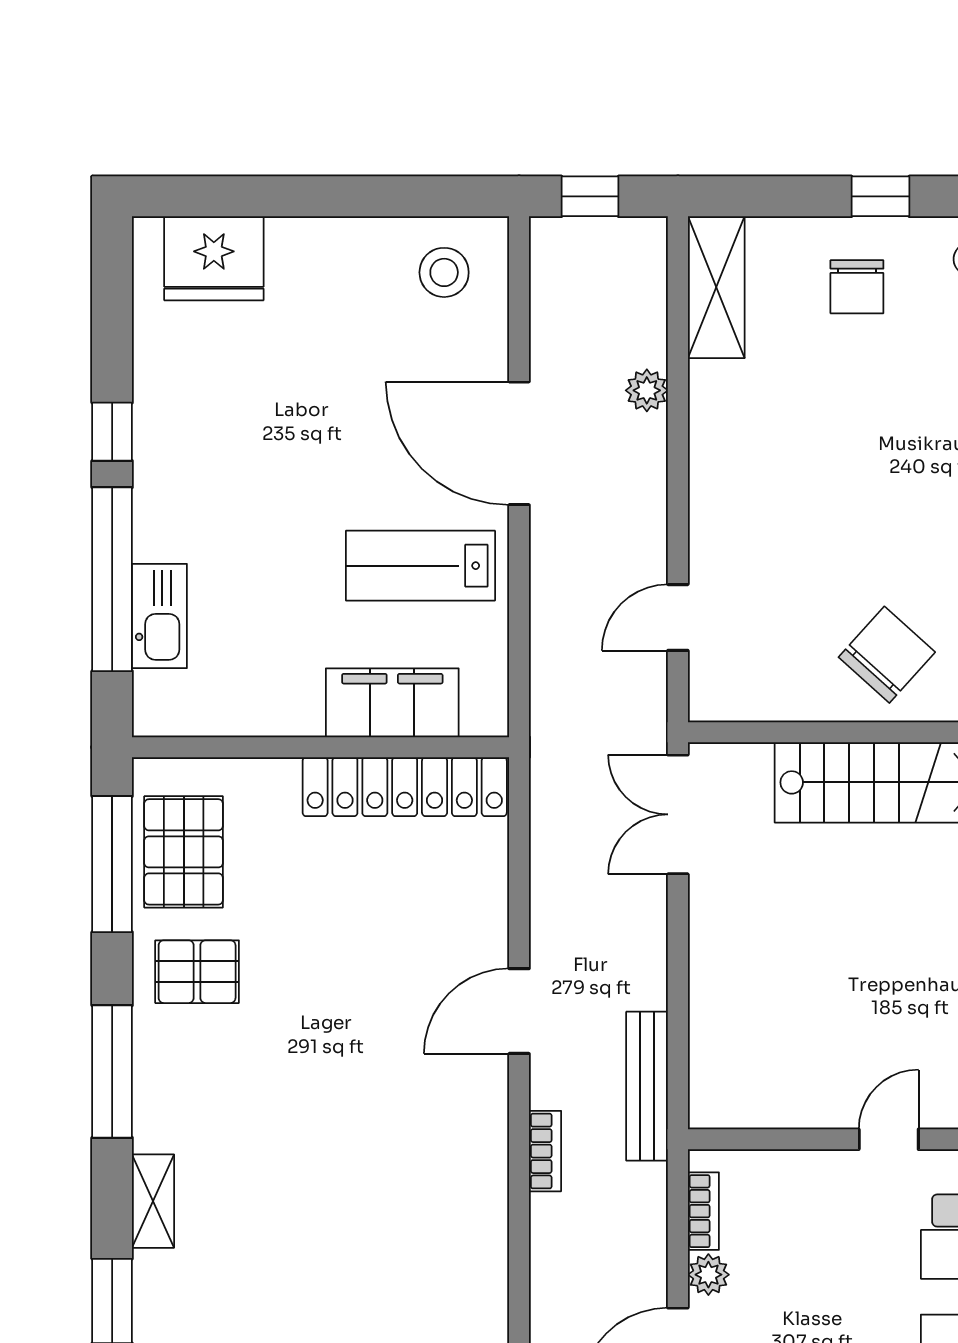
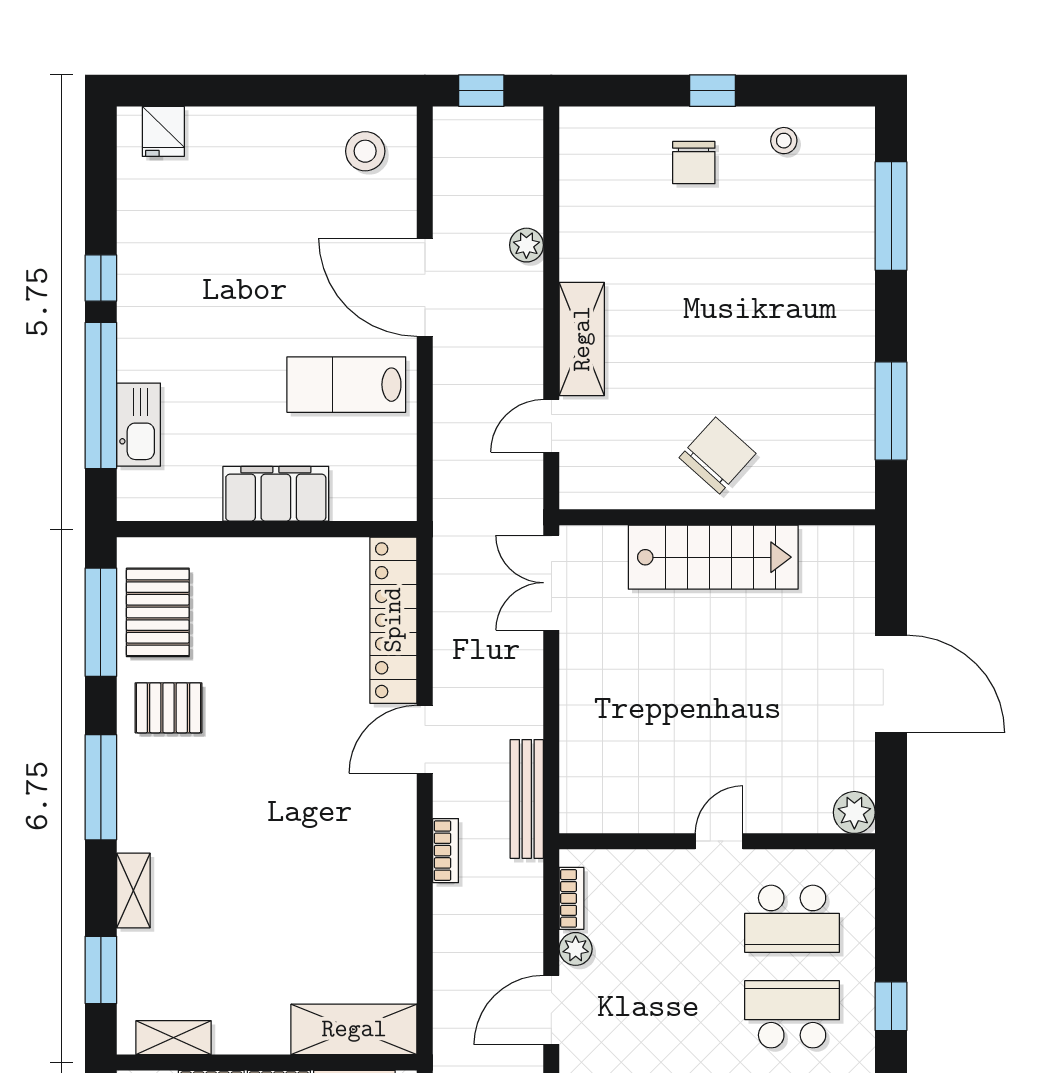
fridge: (214, 258) -> (163, 131), width x0.53, depth x0.75
shelving: (716, 287) -> (582, 339), moved
filing cabinet: (392, 703) -> (276, 494), moved
locker: (405, 787) -> (393, 620), moved, turned 90

